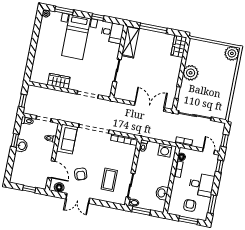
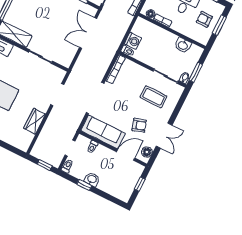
sofa: (67, 139) -> (103, 132), width x1.36
washing machine: (165, 150) -> (133, 41), moved

